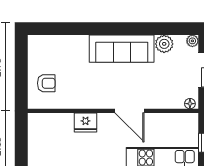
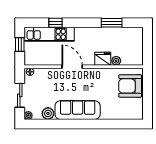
armchair: (46, 83) -> (130, 86), width x1.88, depth x1.88
plant: (66, 120) -> (116, 61), added

